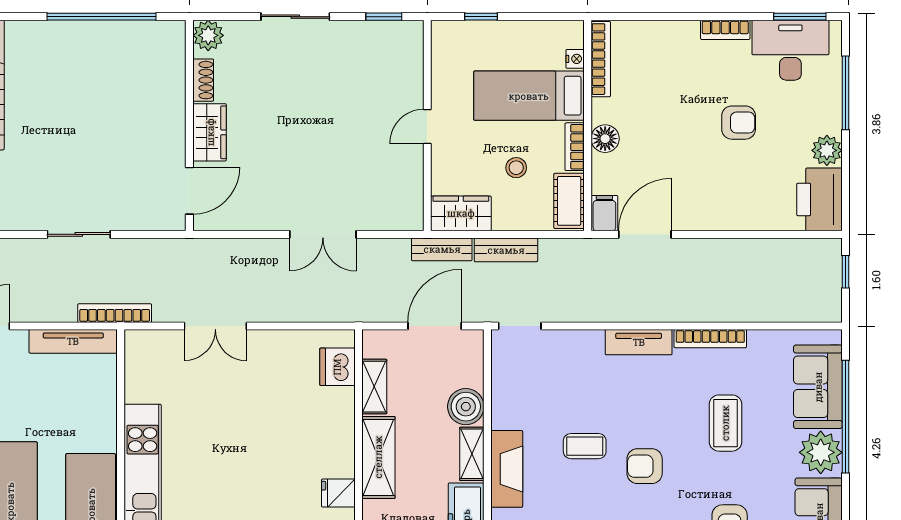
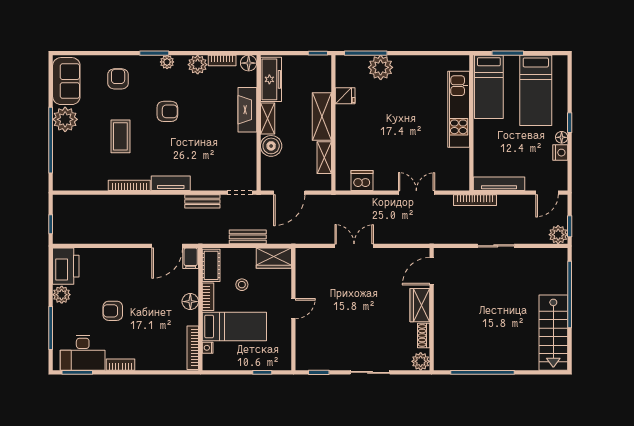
bench: (442, 249) -> (202, 201), moved
dishwasher: (337, 367) -> (362, 181), moved, turned -90
sofa: (818, 387) -> (67, 157), removed
coffee table: (585, 446) -> (202, 123), removed

